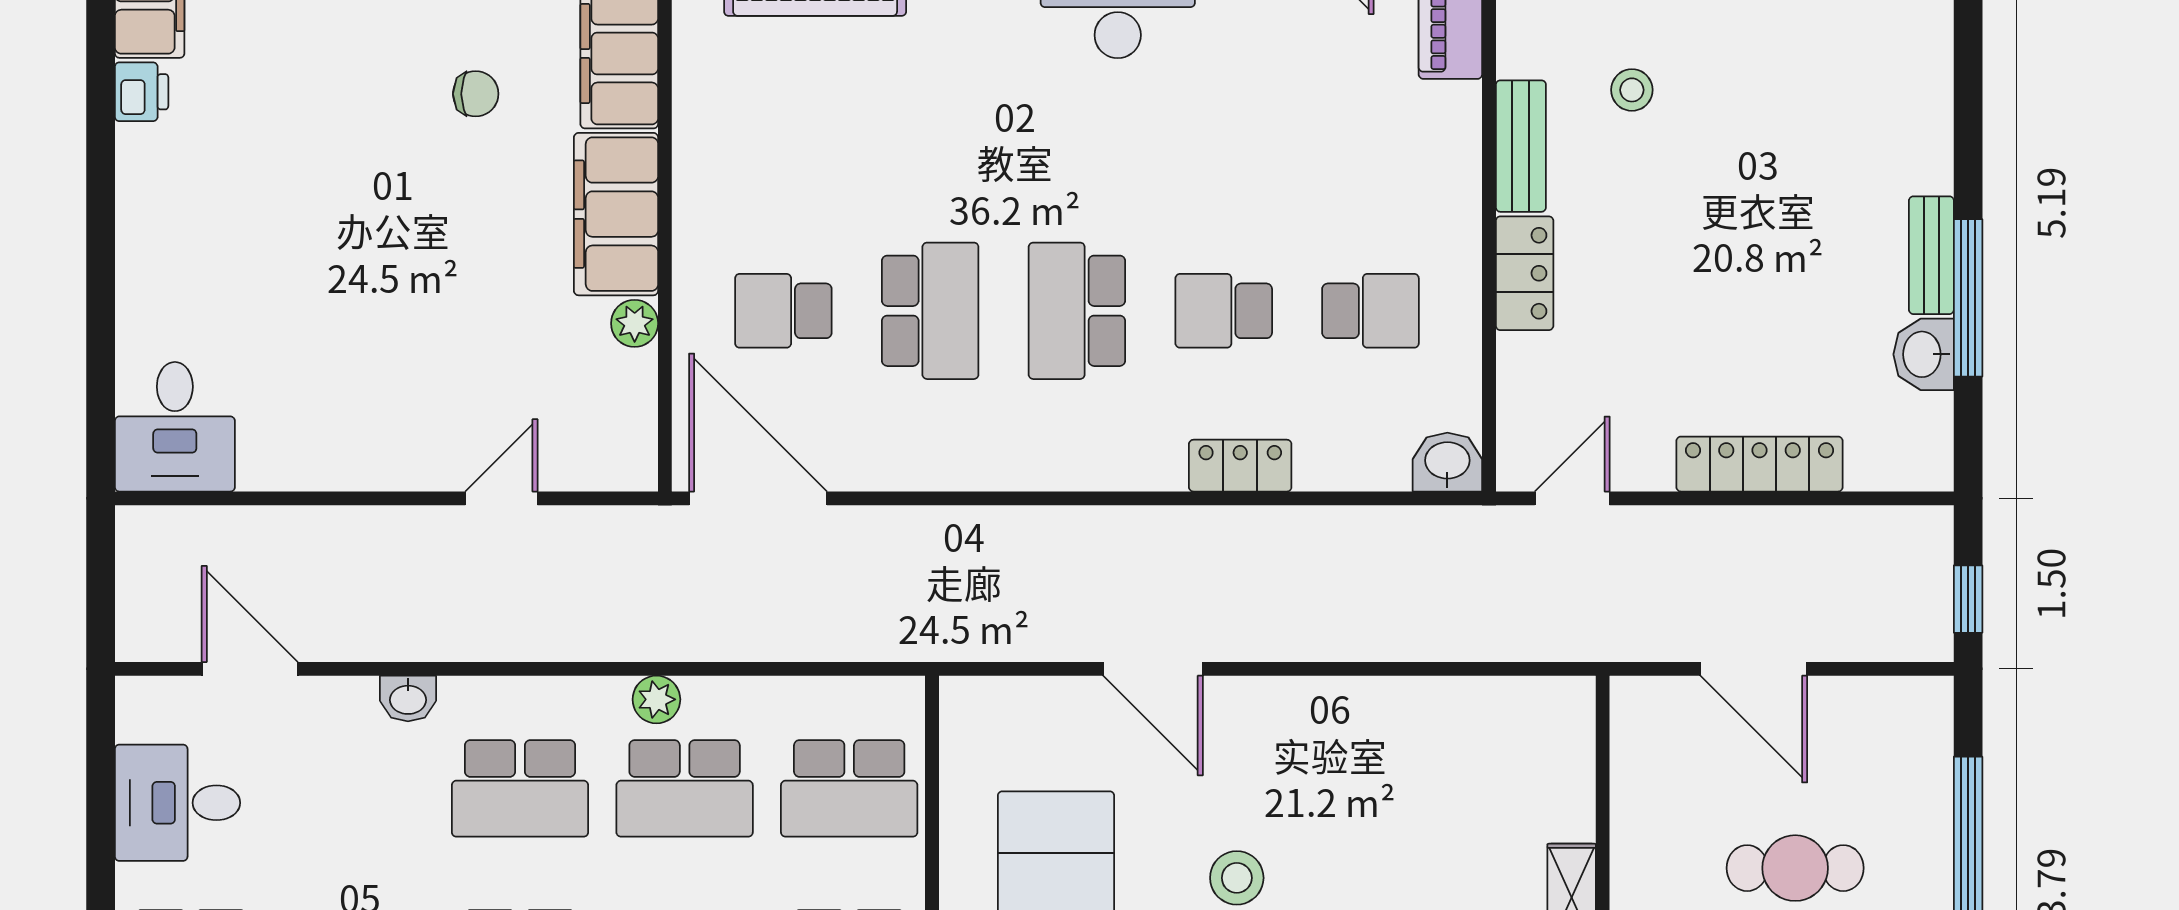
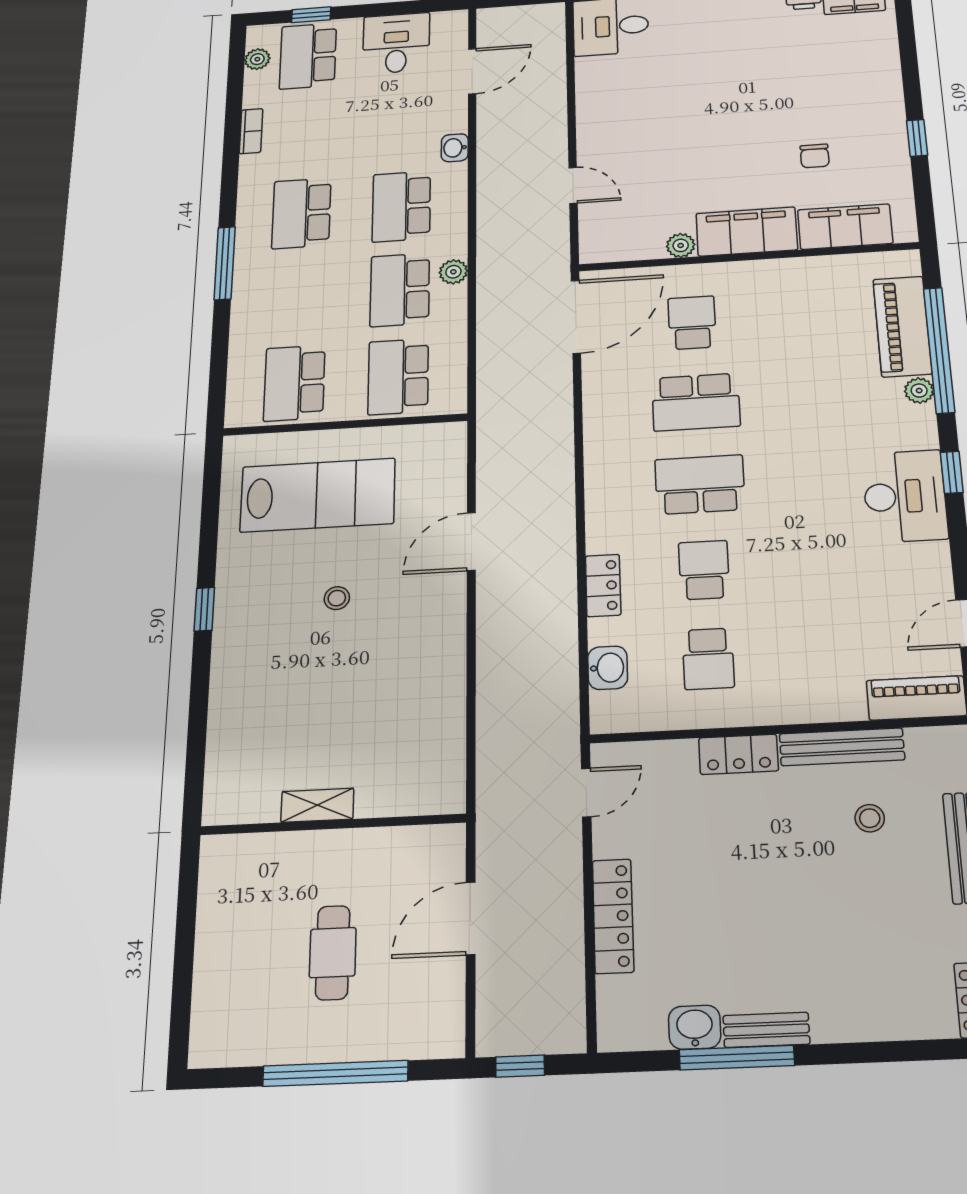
bench: (1521, 146) -> (842, 747), width x1.36
washbasin: (1447, 462) -> (608, 668), moved
door: (1572, 498) -> (586, 793), hinge flipped
stool: (1237, 878) -> (337, 598), width x0.73, depth x0.73

